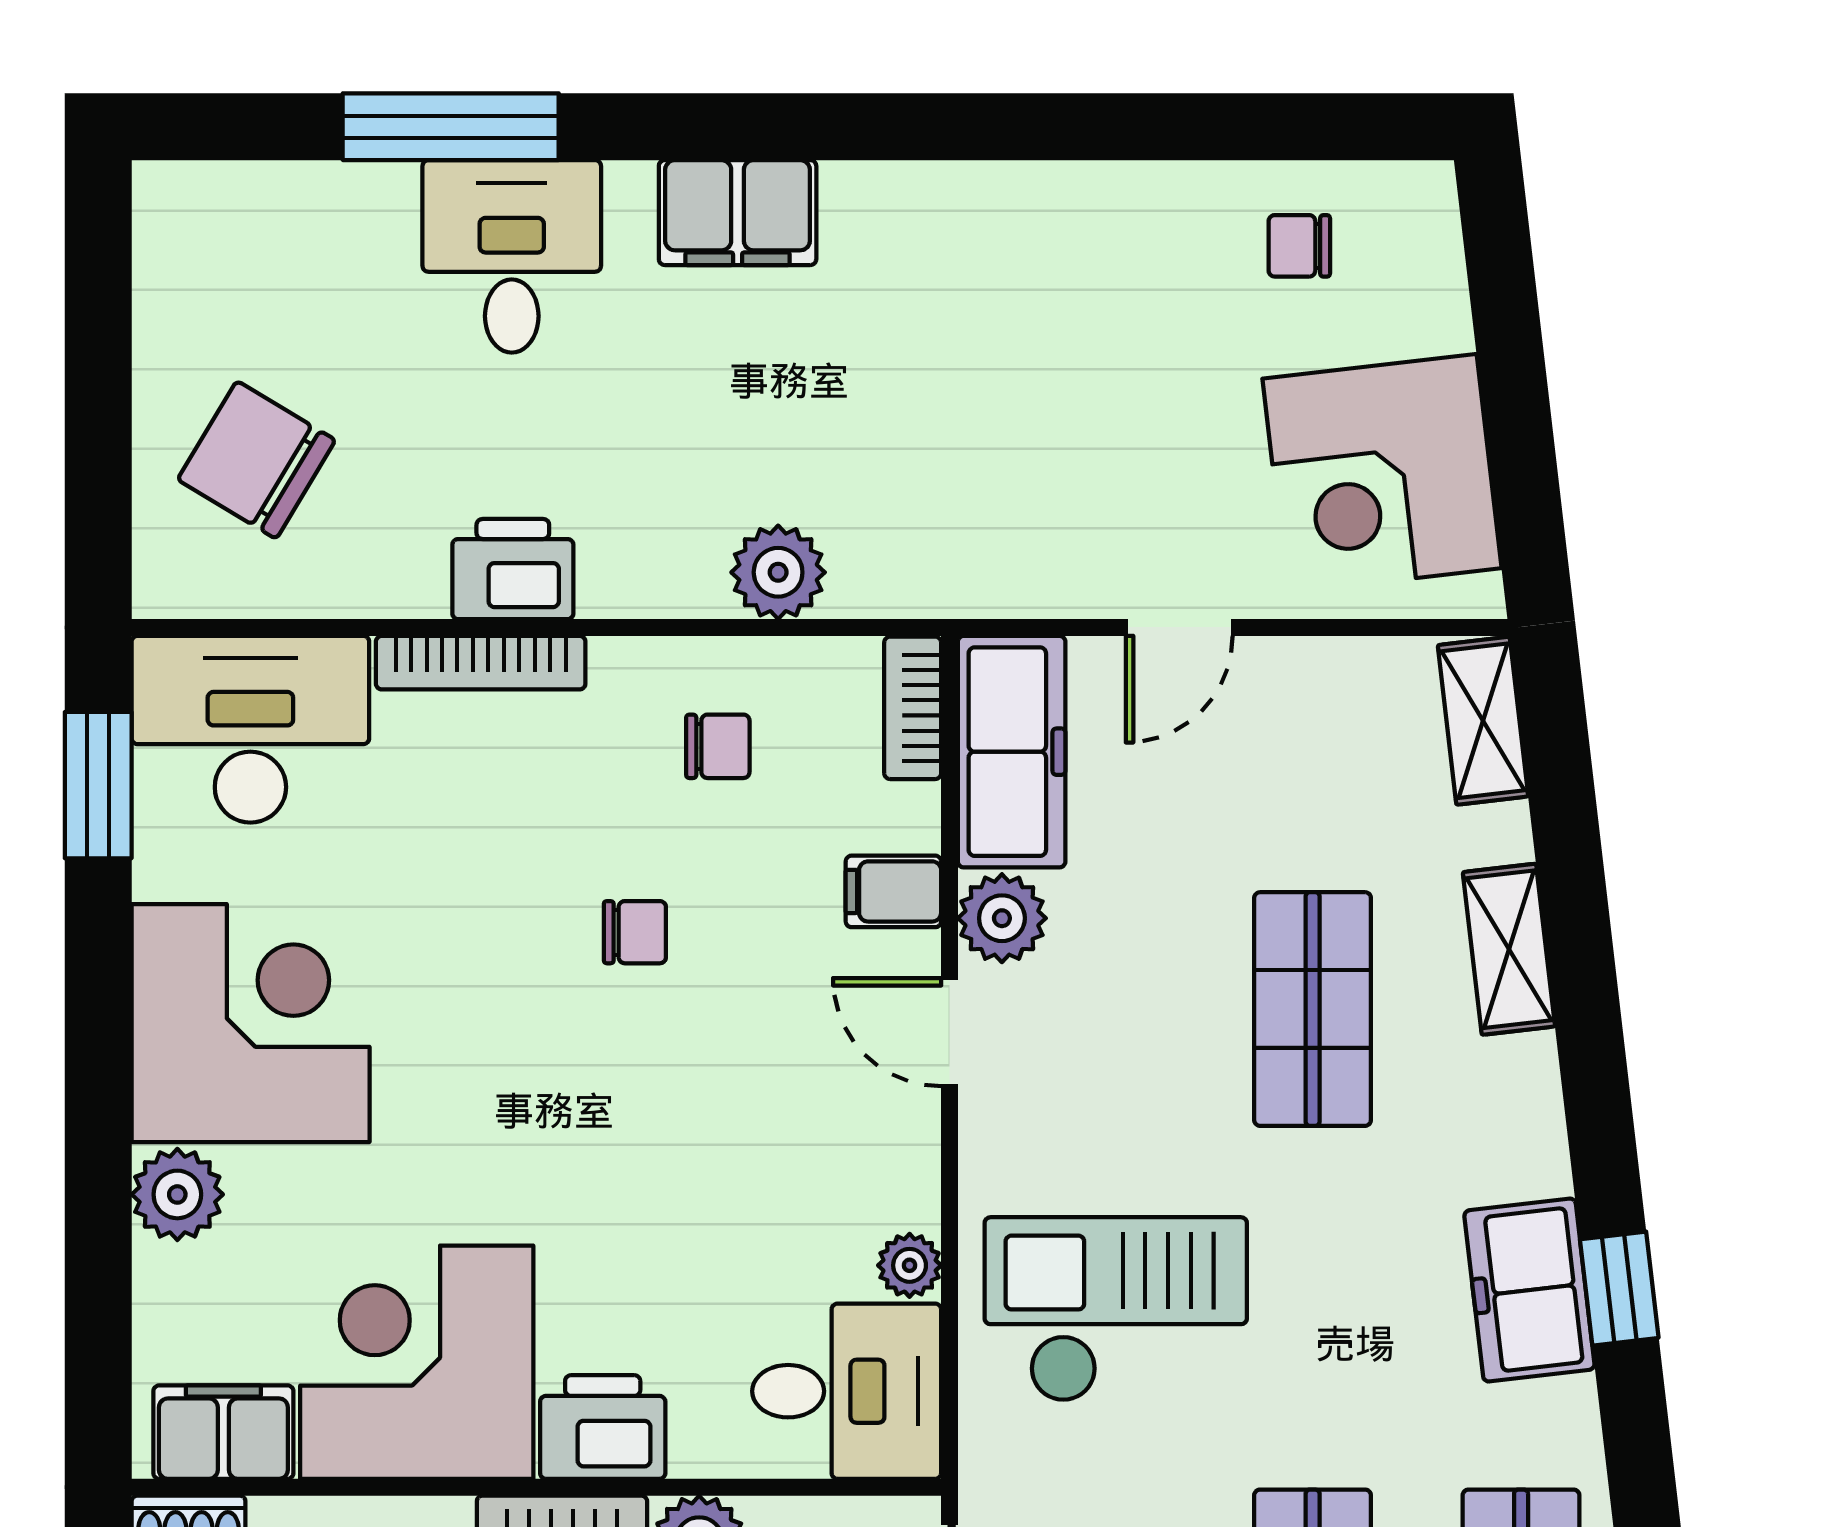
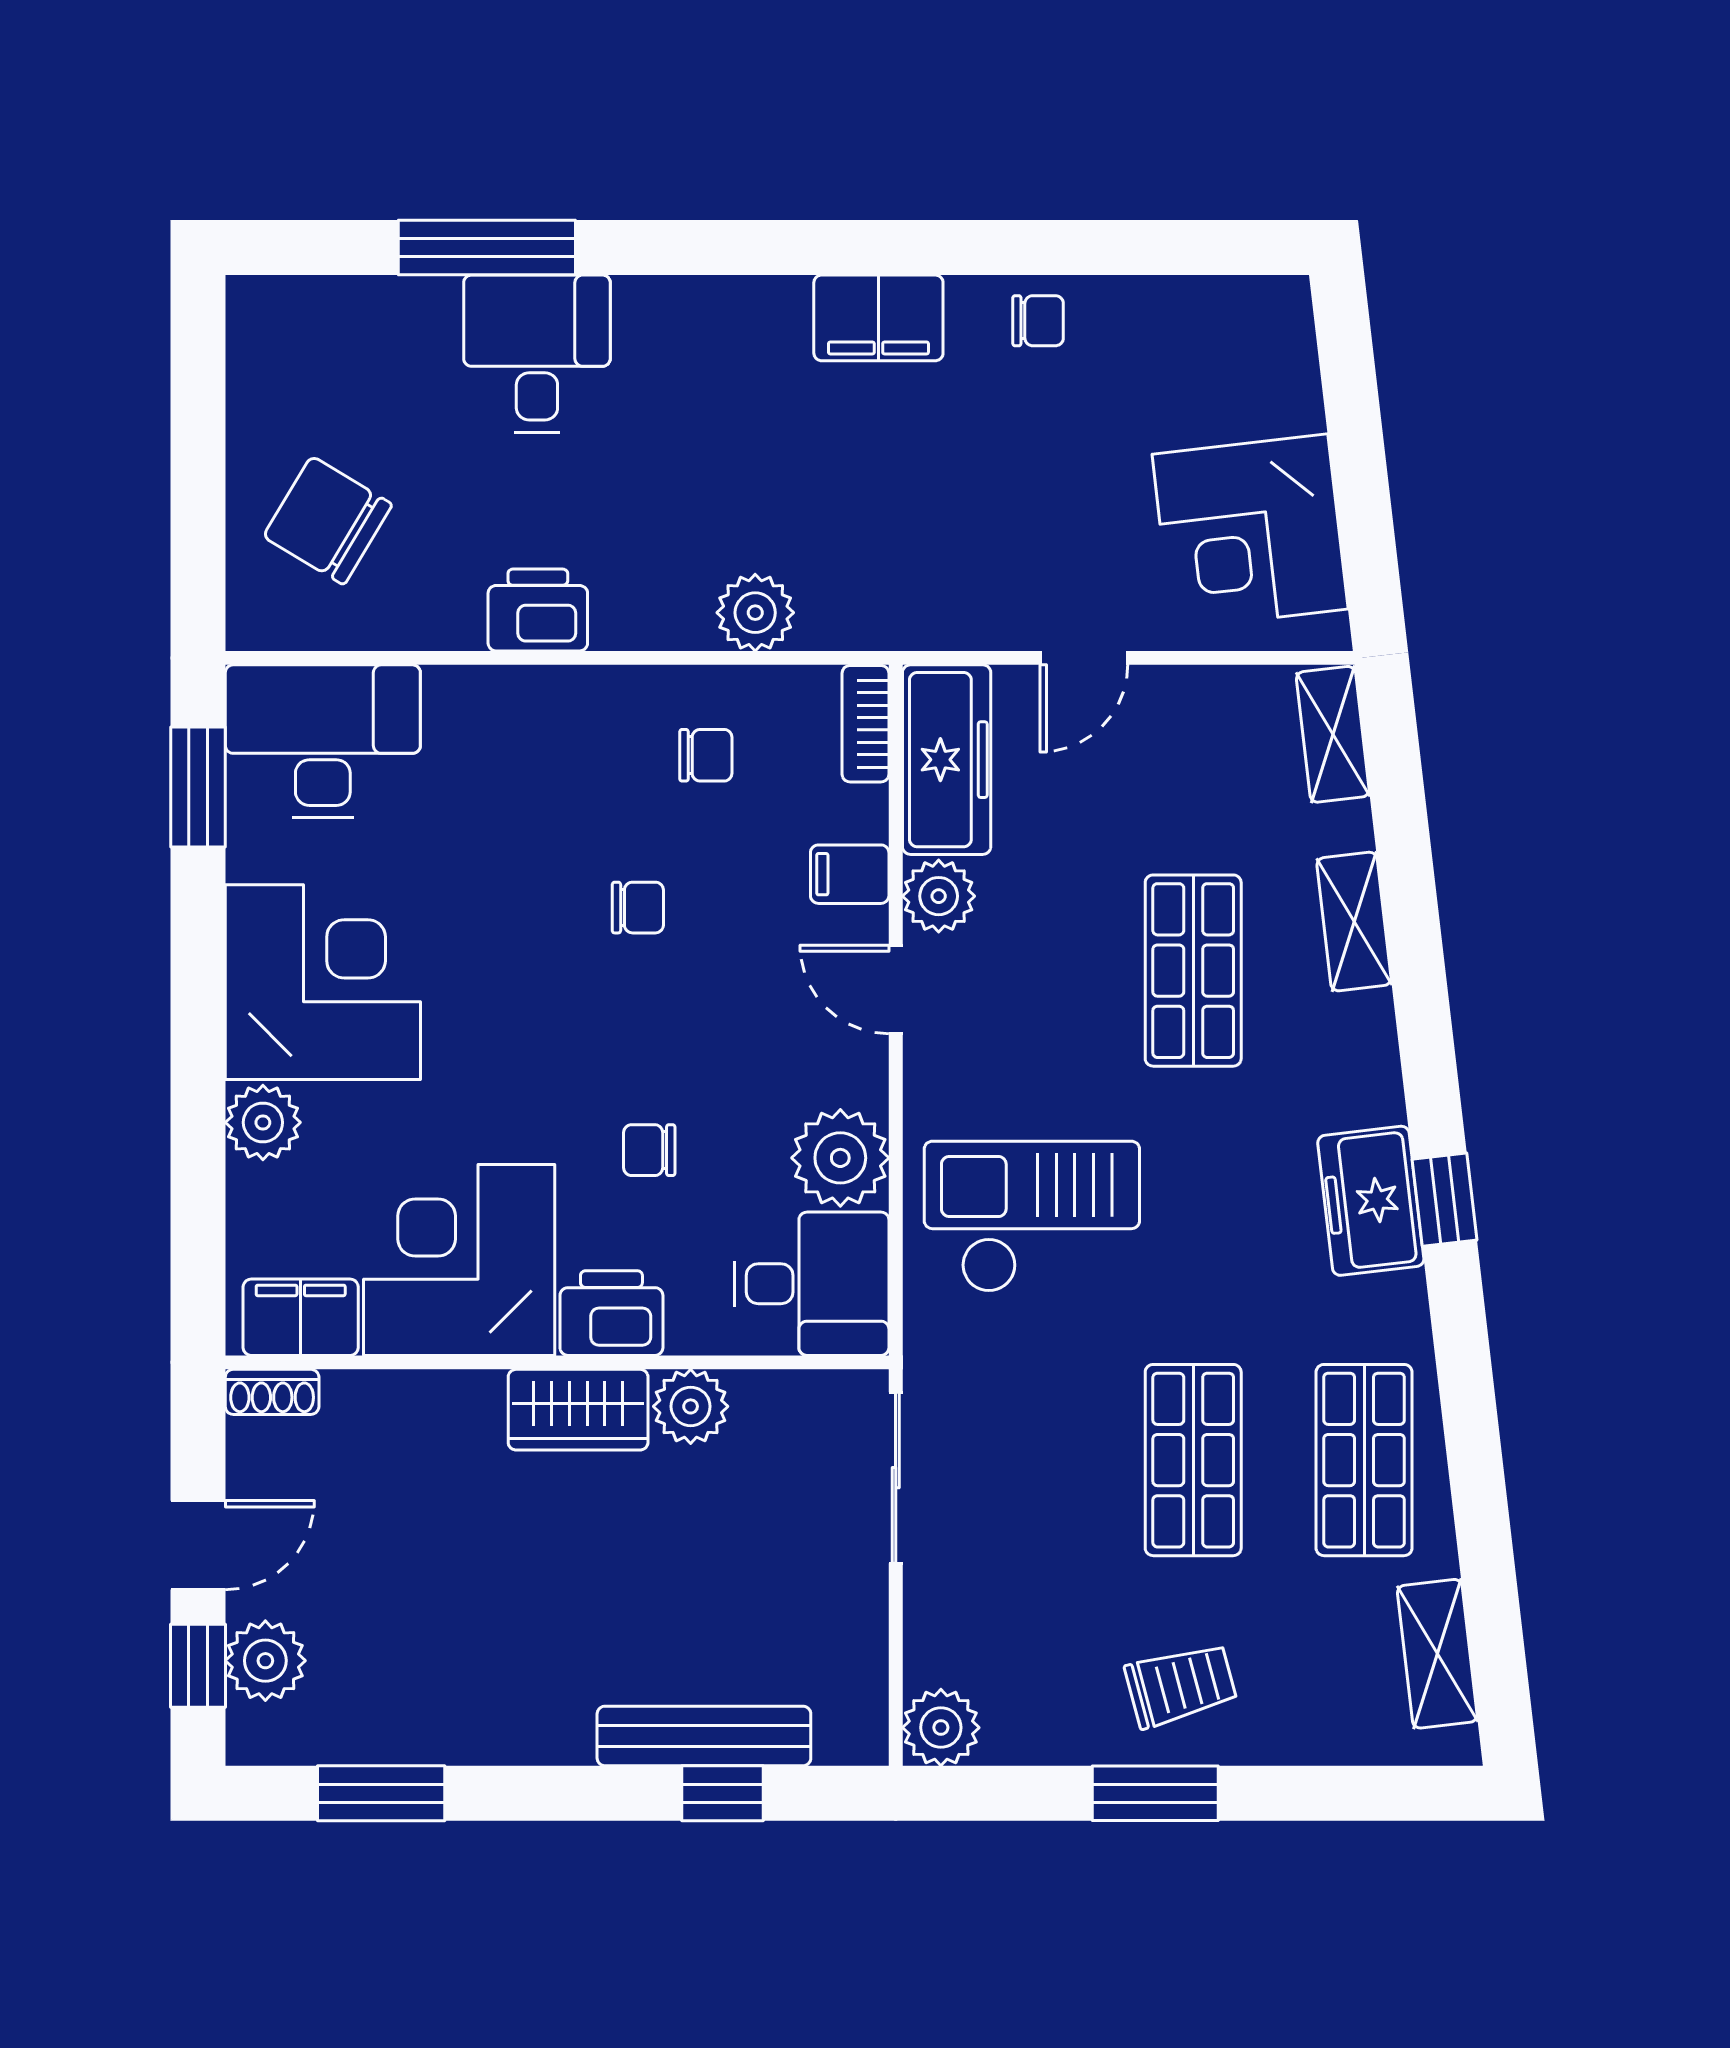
filing cabinet: (738, 213) -> (878, 318), moved
chair: (1299, 246) -> (1038, 321), moved, turned 180
bookcase: (481, 663) -> (511, 687), removed
chair: (649, 1228) -> (649, 1150), added
plant: (910, 1265) -> (840, 1158), width x1.87, depth x1.87

